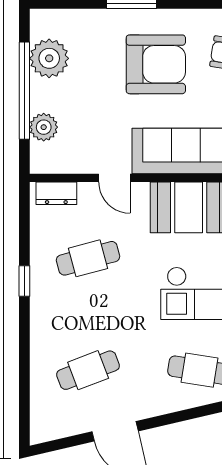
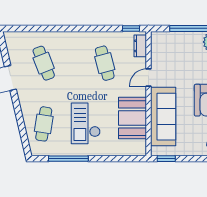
plant: (44, 127) -> (176, 39), removed
window: (24, 281) -> (131, 28), moved

